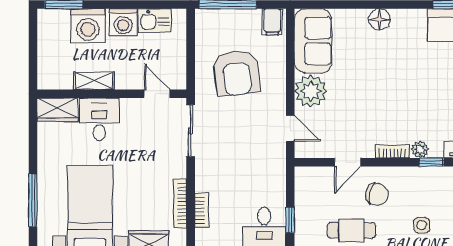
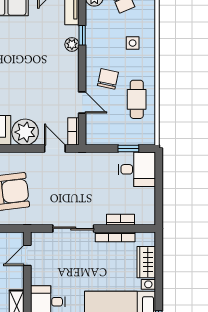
door: (290, 128) -> (55, 149), hinge flipped
sliding door: (191, 131) -> (73, 228), moved
bookcase: (393, 151) -> (73, 131), moved

